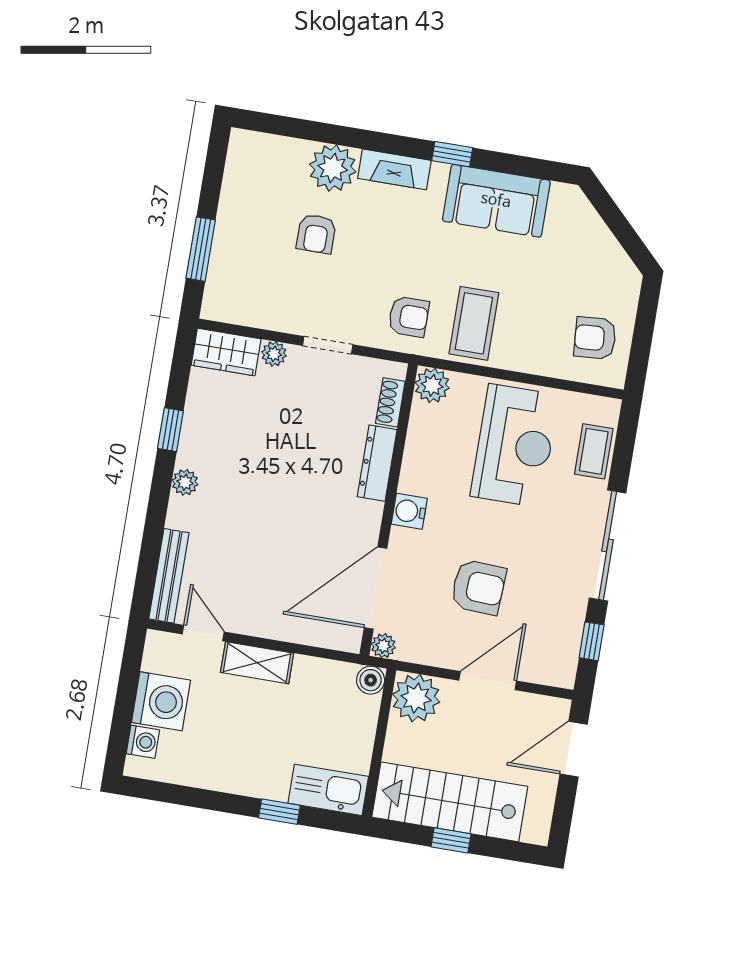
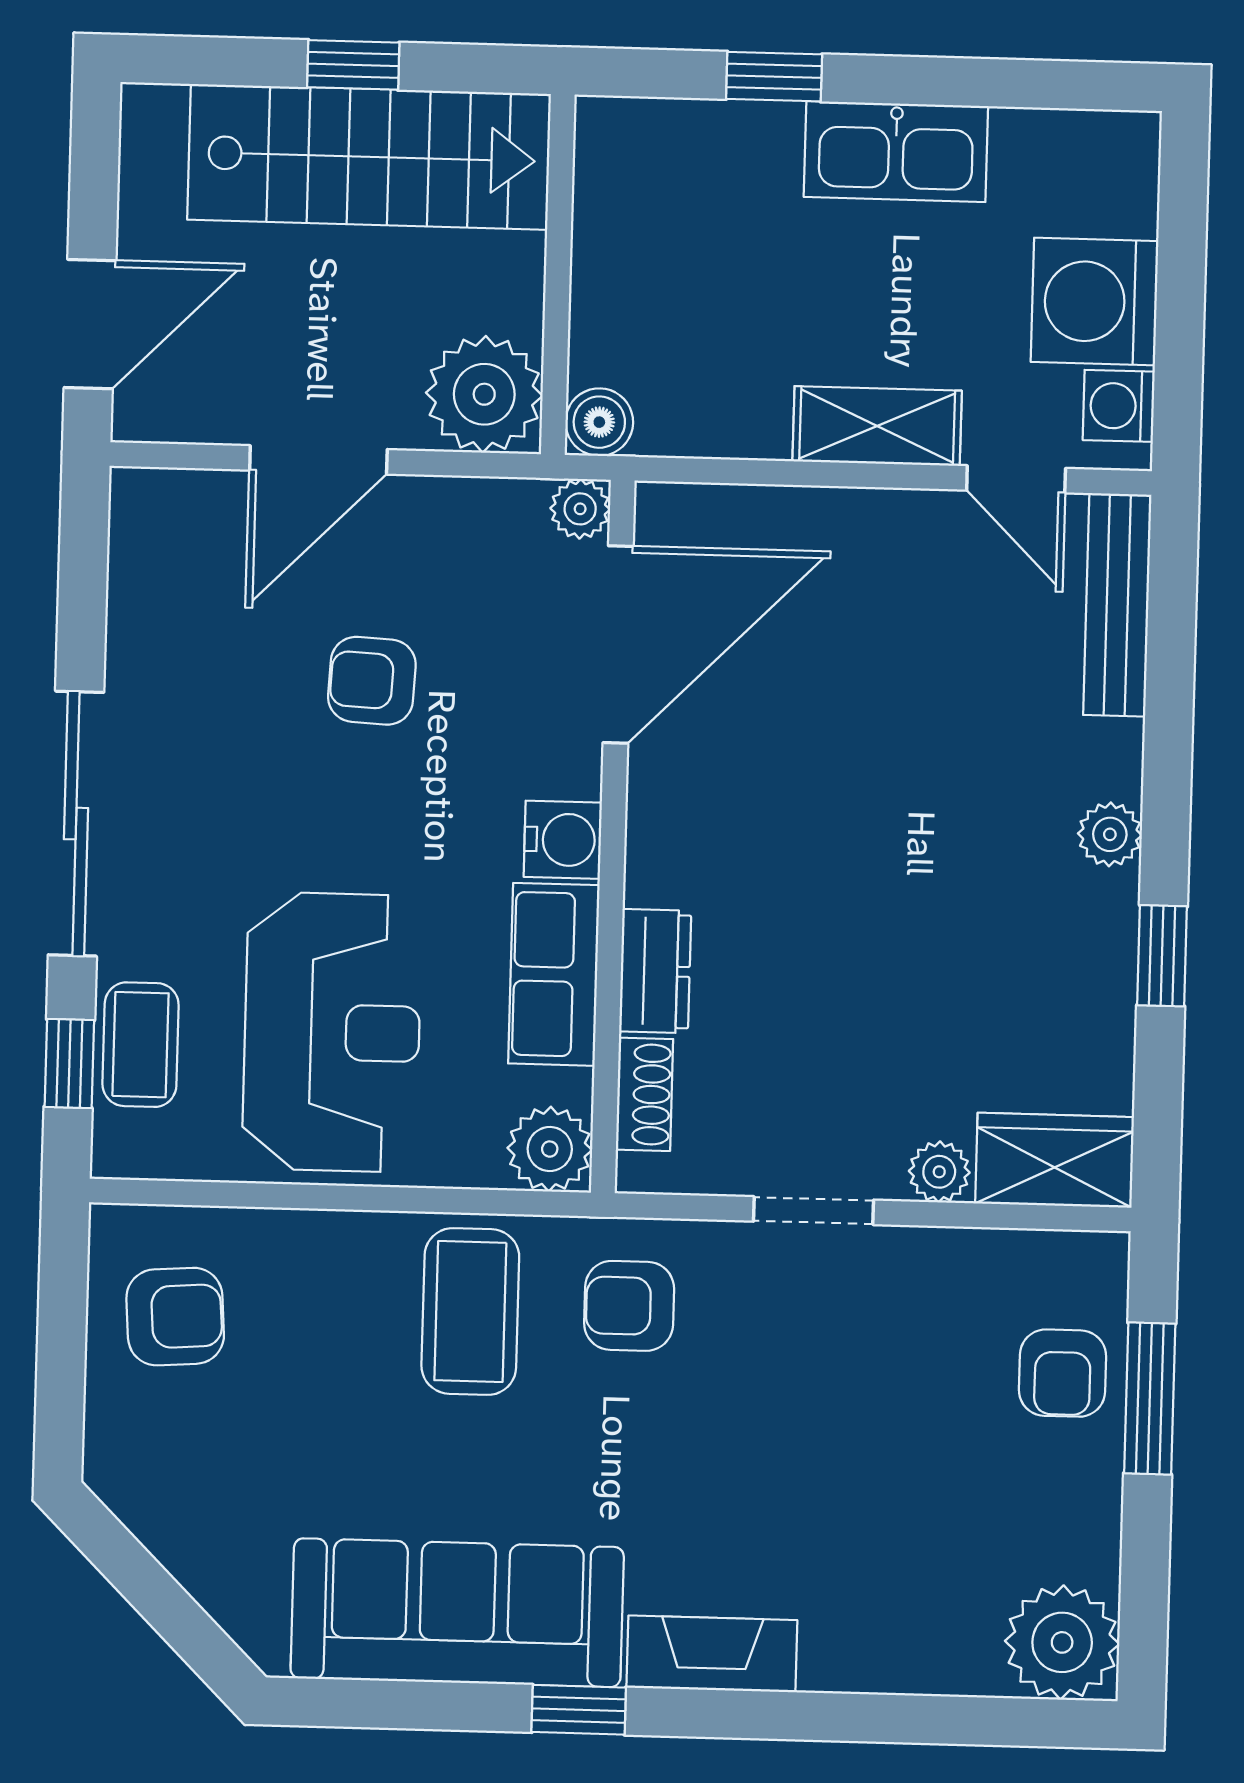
plant: (333, 168) -> (1062, 1642), moved
sofa: (496, 201) -> (457, 1613), width x1.36
armchair: (316, 234) -> (1063, 1373), moved, turned 180
reception desk: (515, 446) -> (332, 1032), turned 180
row of seats: (421, 457) -> (554, 974), added
dresser: (377, 463) -> (655, 971), width x0.70
armchair: (478, 587) -> (372, 681), width x0.72, depth x0.72
window: (592, 641) -> (69, 1063), moved
washing machine: (143, 742) -> (1119, 406), moved
kitchen sink: (328, 790) -> (896, 152), moved

